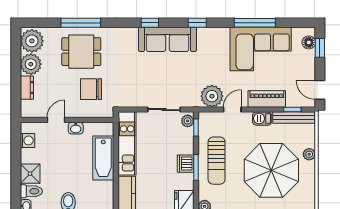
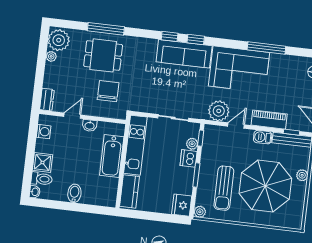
window: (197, 23) -> (196, 39), moved
corner sofa: (261, 49) -> (239, 69), moved
plant: (31, 64) -> (51, 56), width x0.53, depth x0.53
dresser: (27, 88) -> (47, 100), moved
chair: (91, 89) -> (108, 91), turned 90
plant: (188, 121) -> (192, 144), moved
sun lounger: (217, 161) -> (224, 188), moved
dishwasher: (186, 164) -> (189, 158), moved

